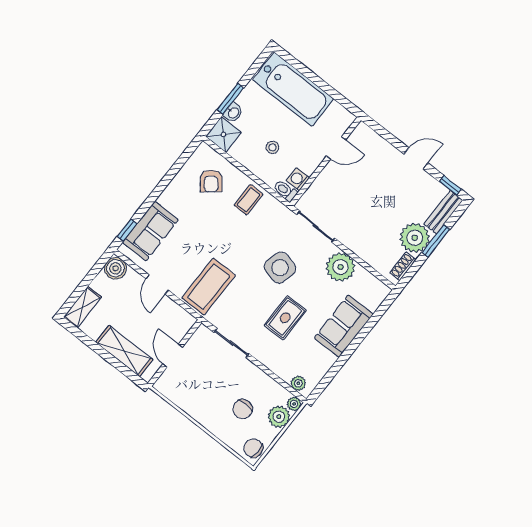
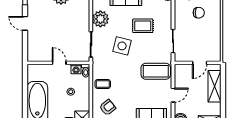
door: (336, 148) -> (59, 63), moved

